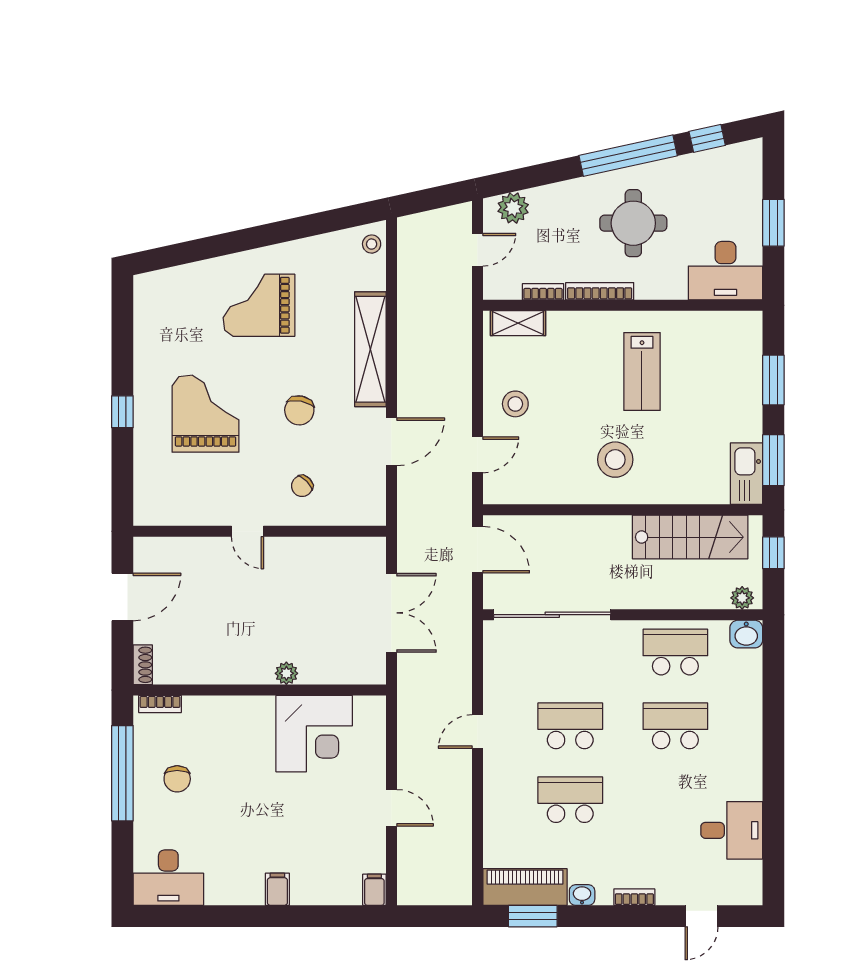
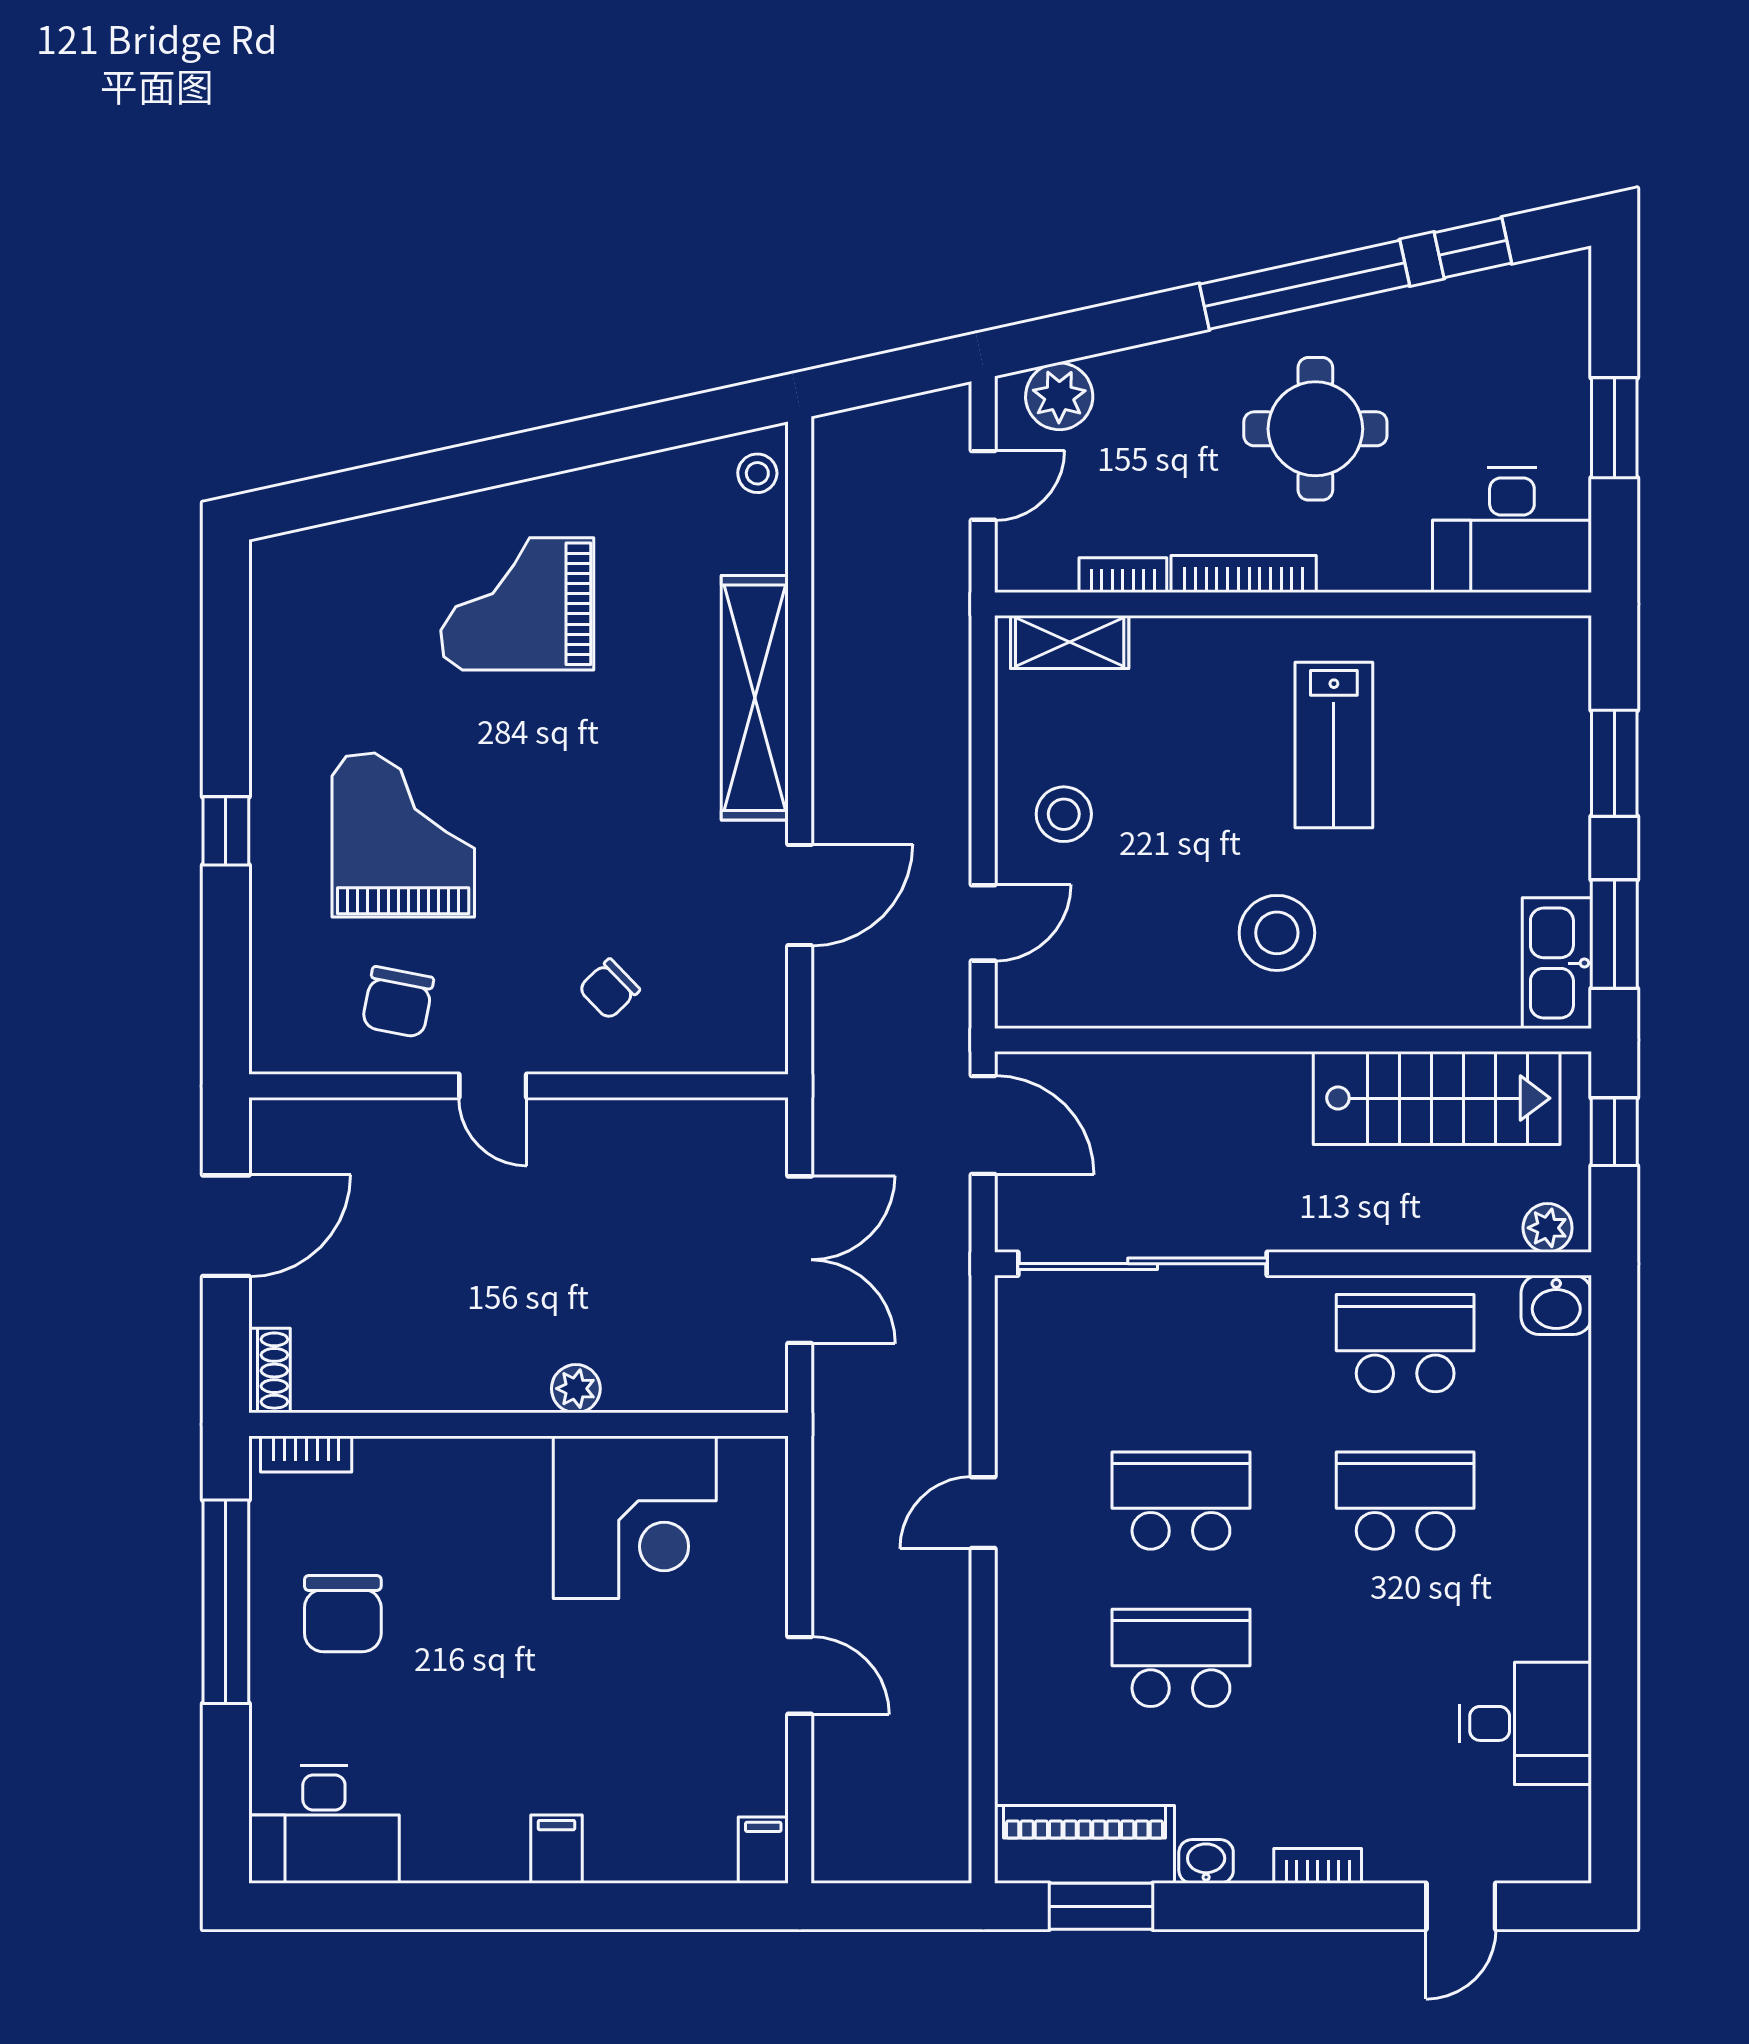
chair: (299, 410) -> (398, 1002), moved
chair: (177, 779) -> (343, 1614), width x1.37, depth x1.37

